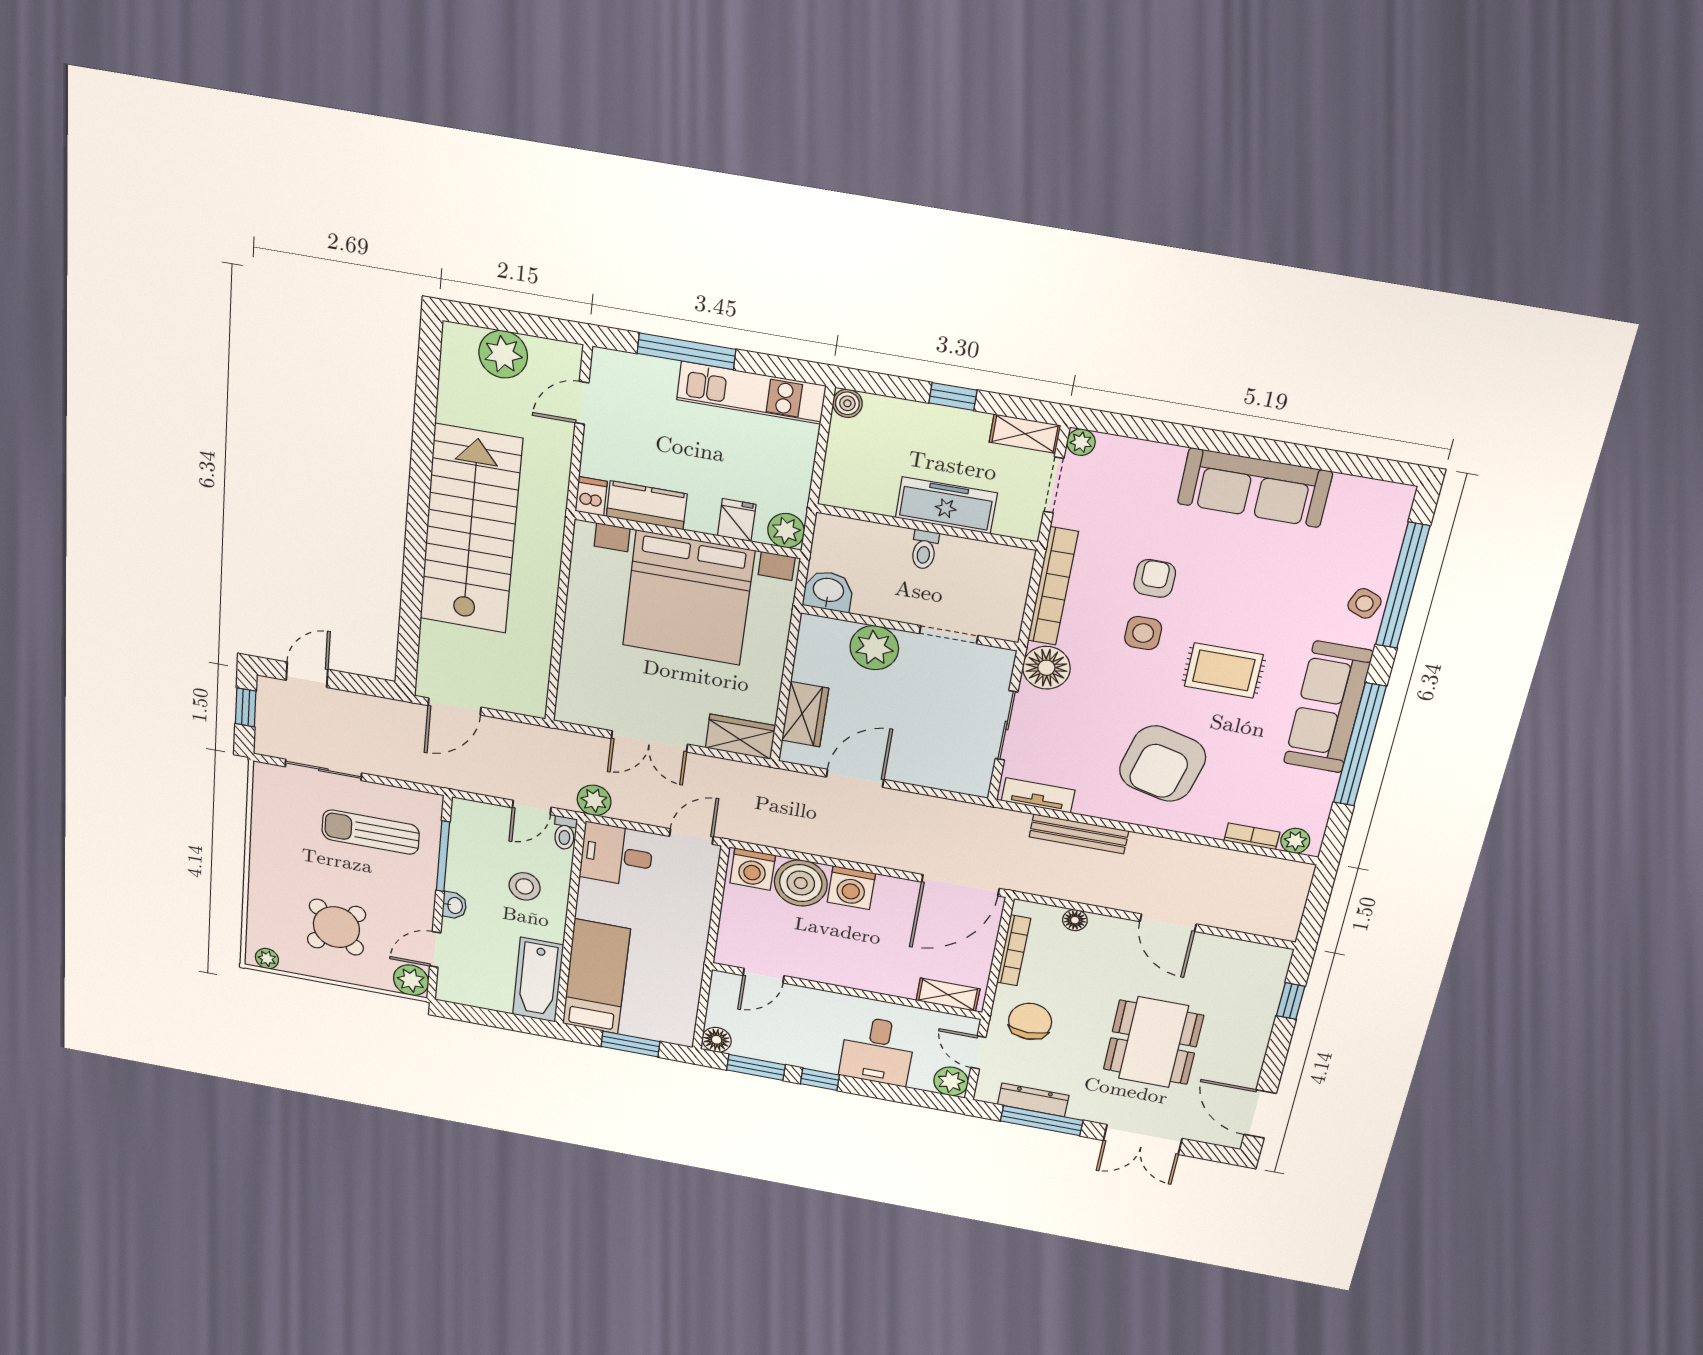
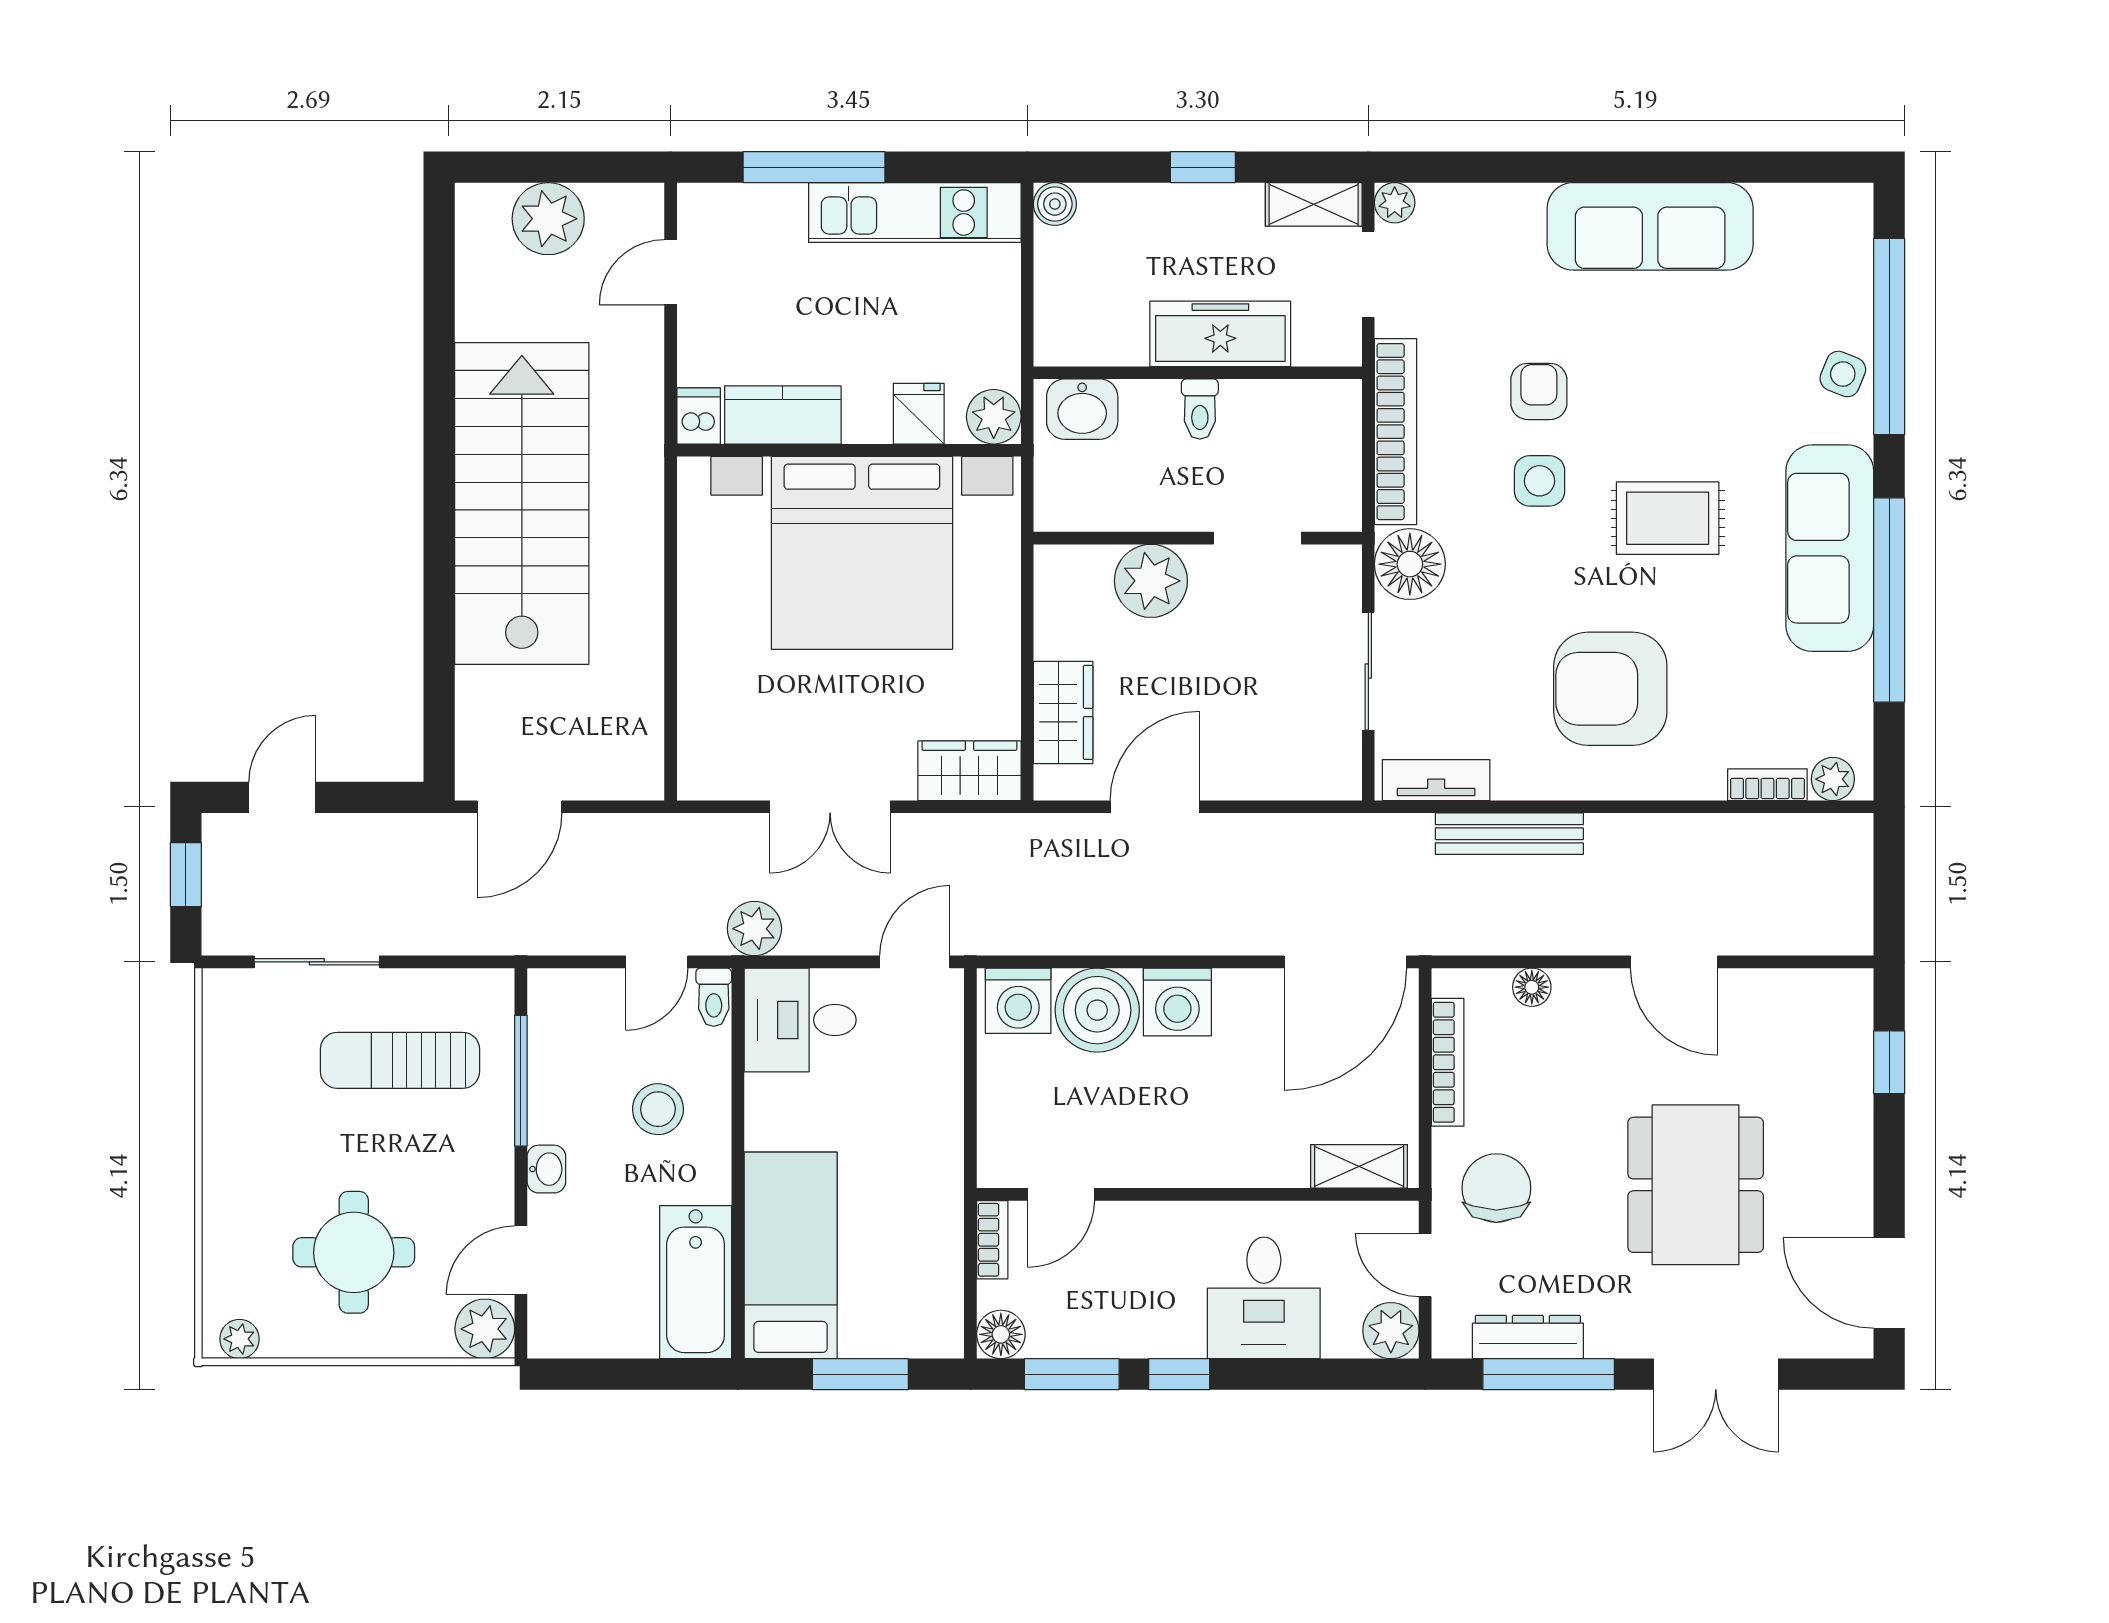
washbasin: (828, 591) -> (1082, 409), moved, turned 180
armchair: (1163, 764) -> (1610, 689), turned 76
round table: (336, 927) -> (354, 1252), turned 45
bookcase: (718, 991) -> (992, 1240), added

